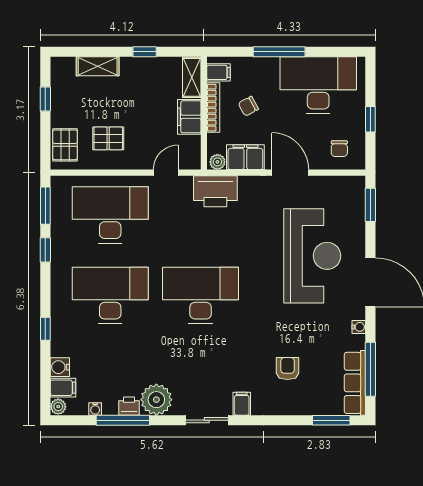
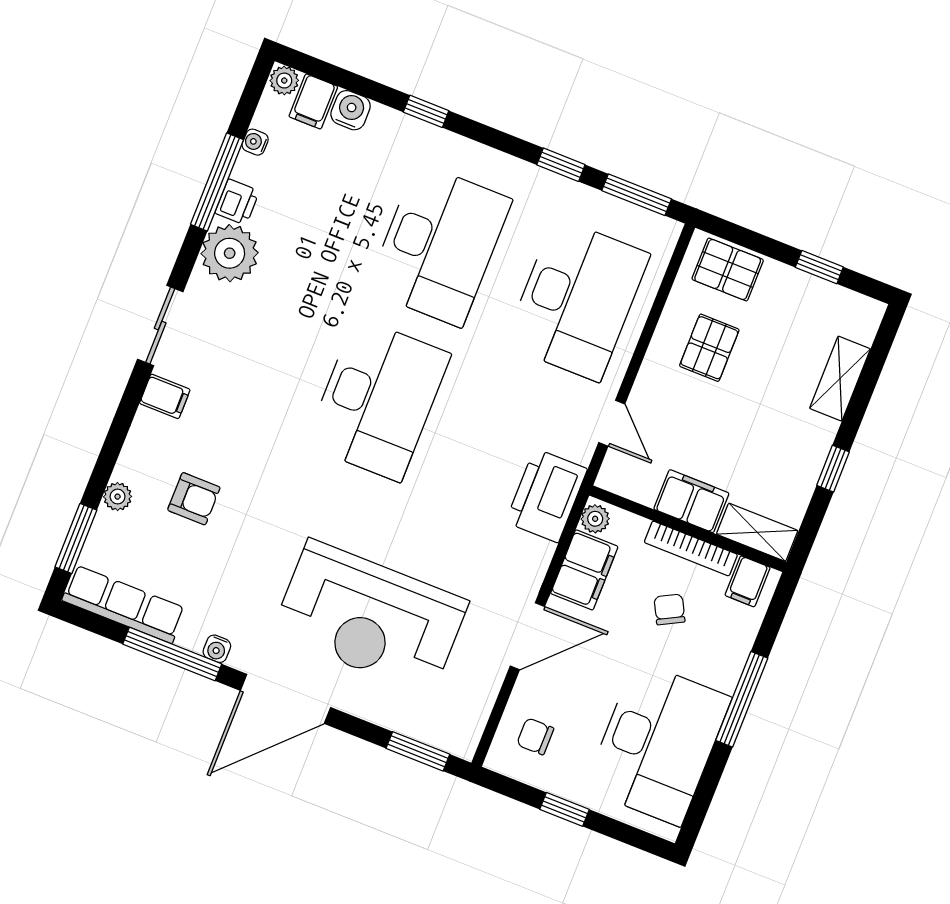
window: (370, 369) -> (172, 654), moved
plant: (302, 408) -> (118, 497), added

